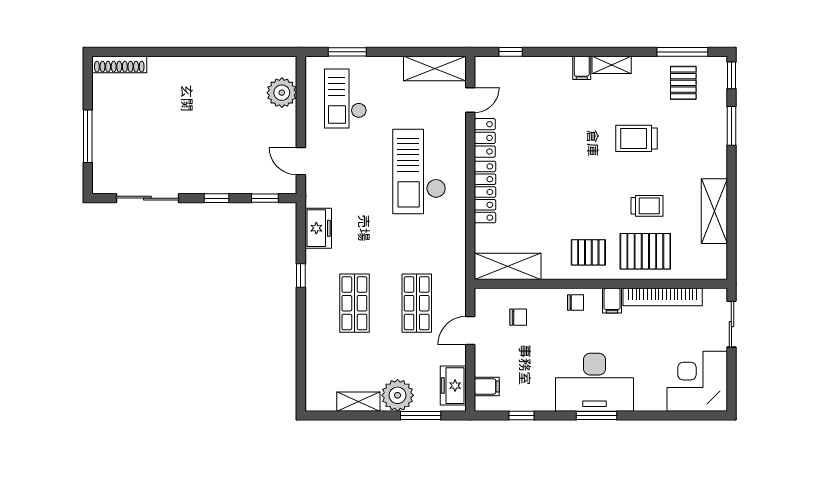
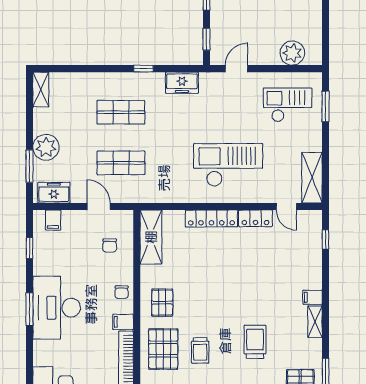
shelving: (358, 402) -> (41, 90), moved

